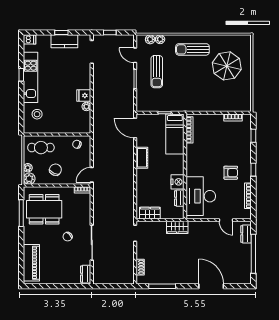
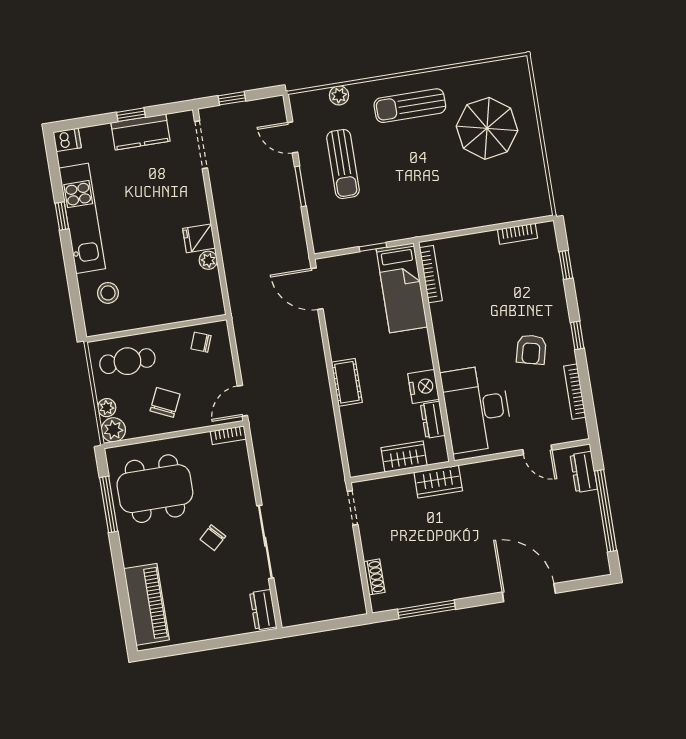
plant: (150, 39) -> (318, 99), removed
cot: (142, 158) -> (347, 382), moved
armchair: (231, 173) -> (531, 349), turned 104
wardrobe: (150, 213) -> (404, 457), moved

